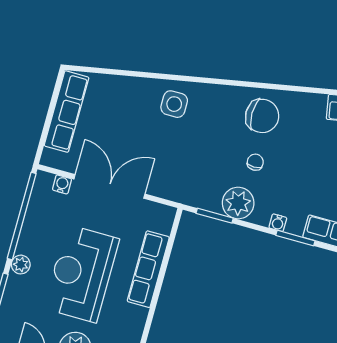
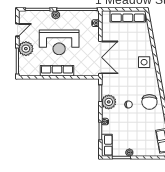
double door: (109, 186) -> (100, 57), moved
row of seats: (148, 269) -> (57, 71), moved
reception desk: (81, 274) -> (59, 42), turned 180

